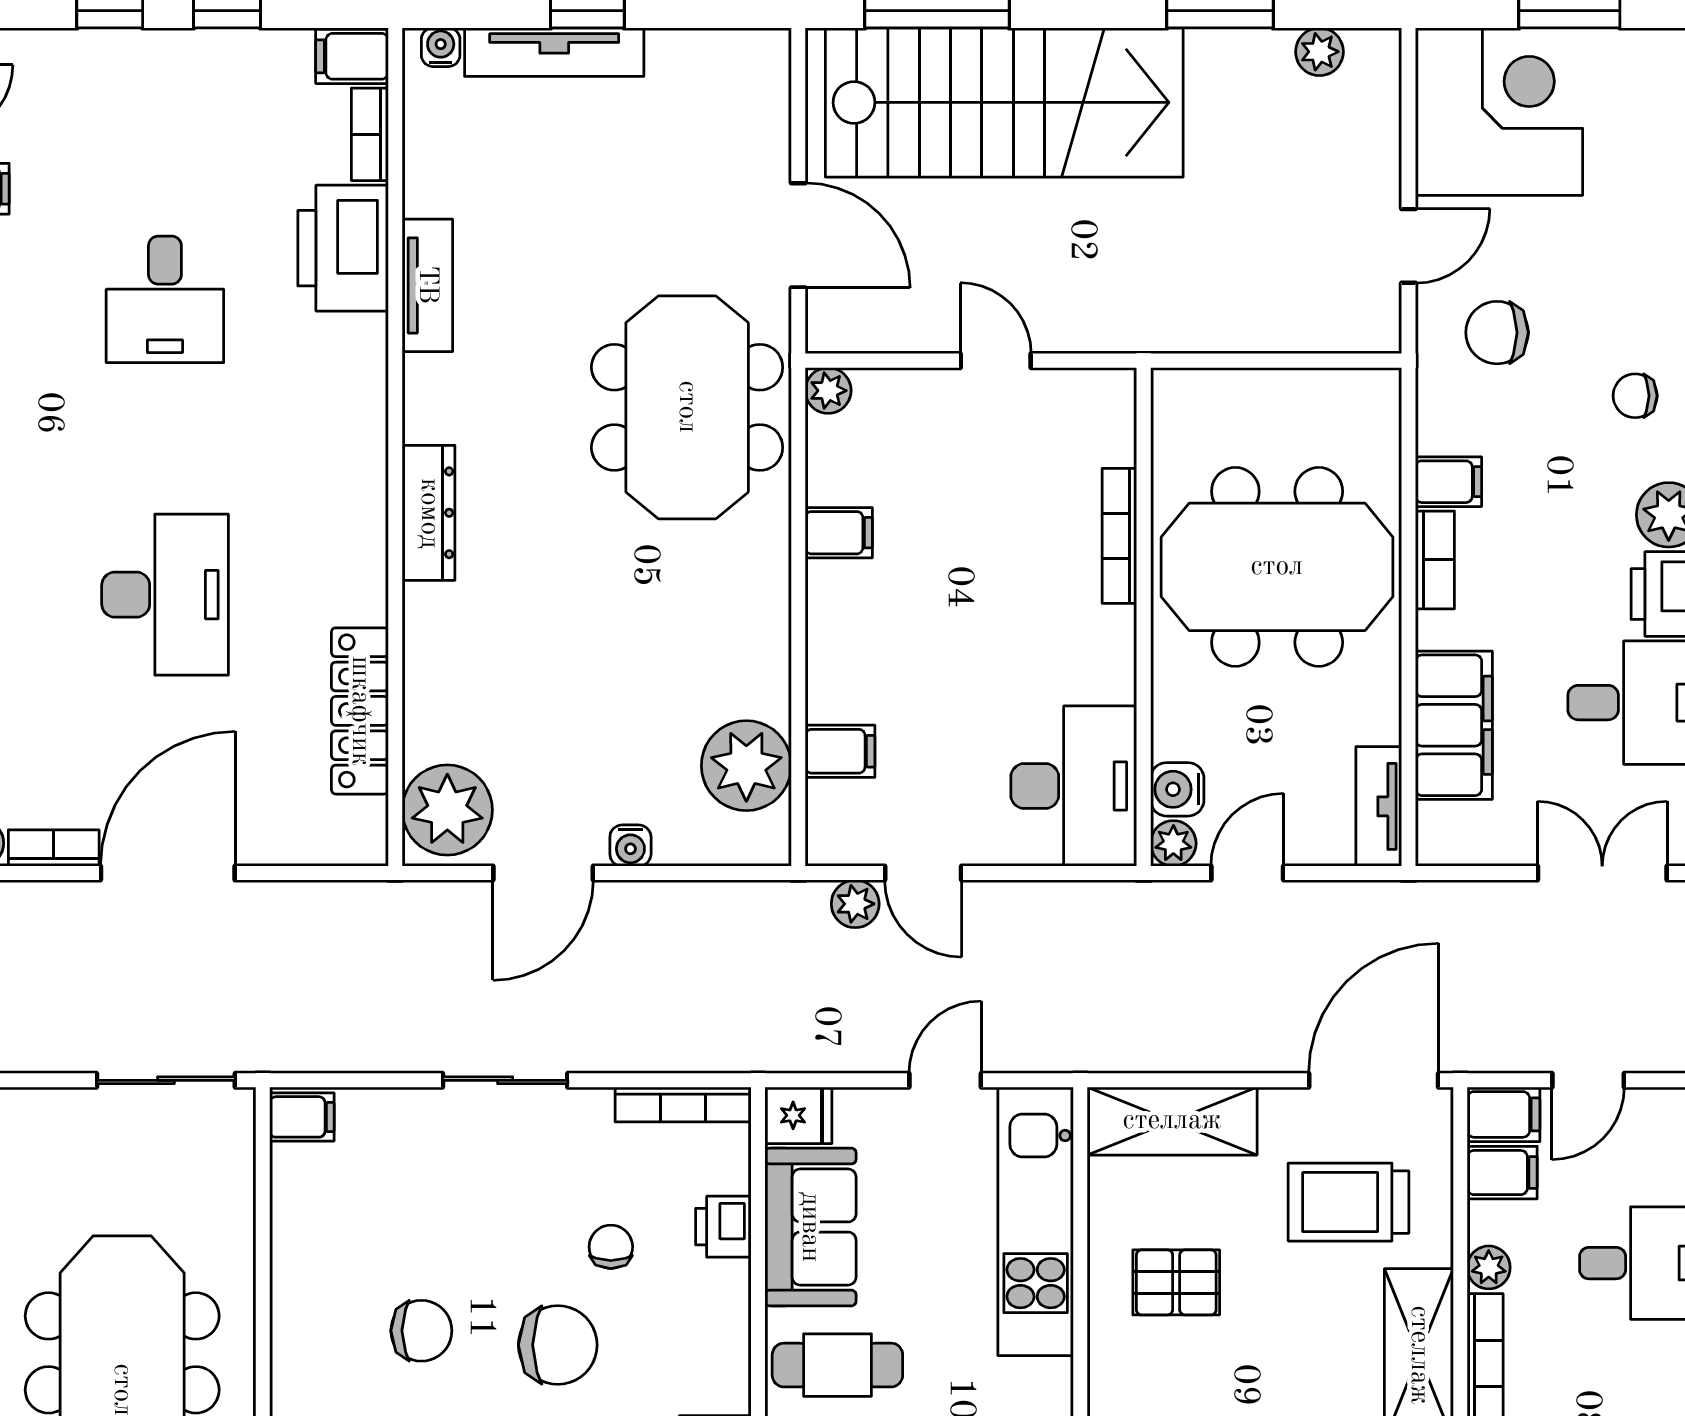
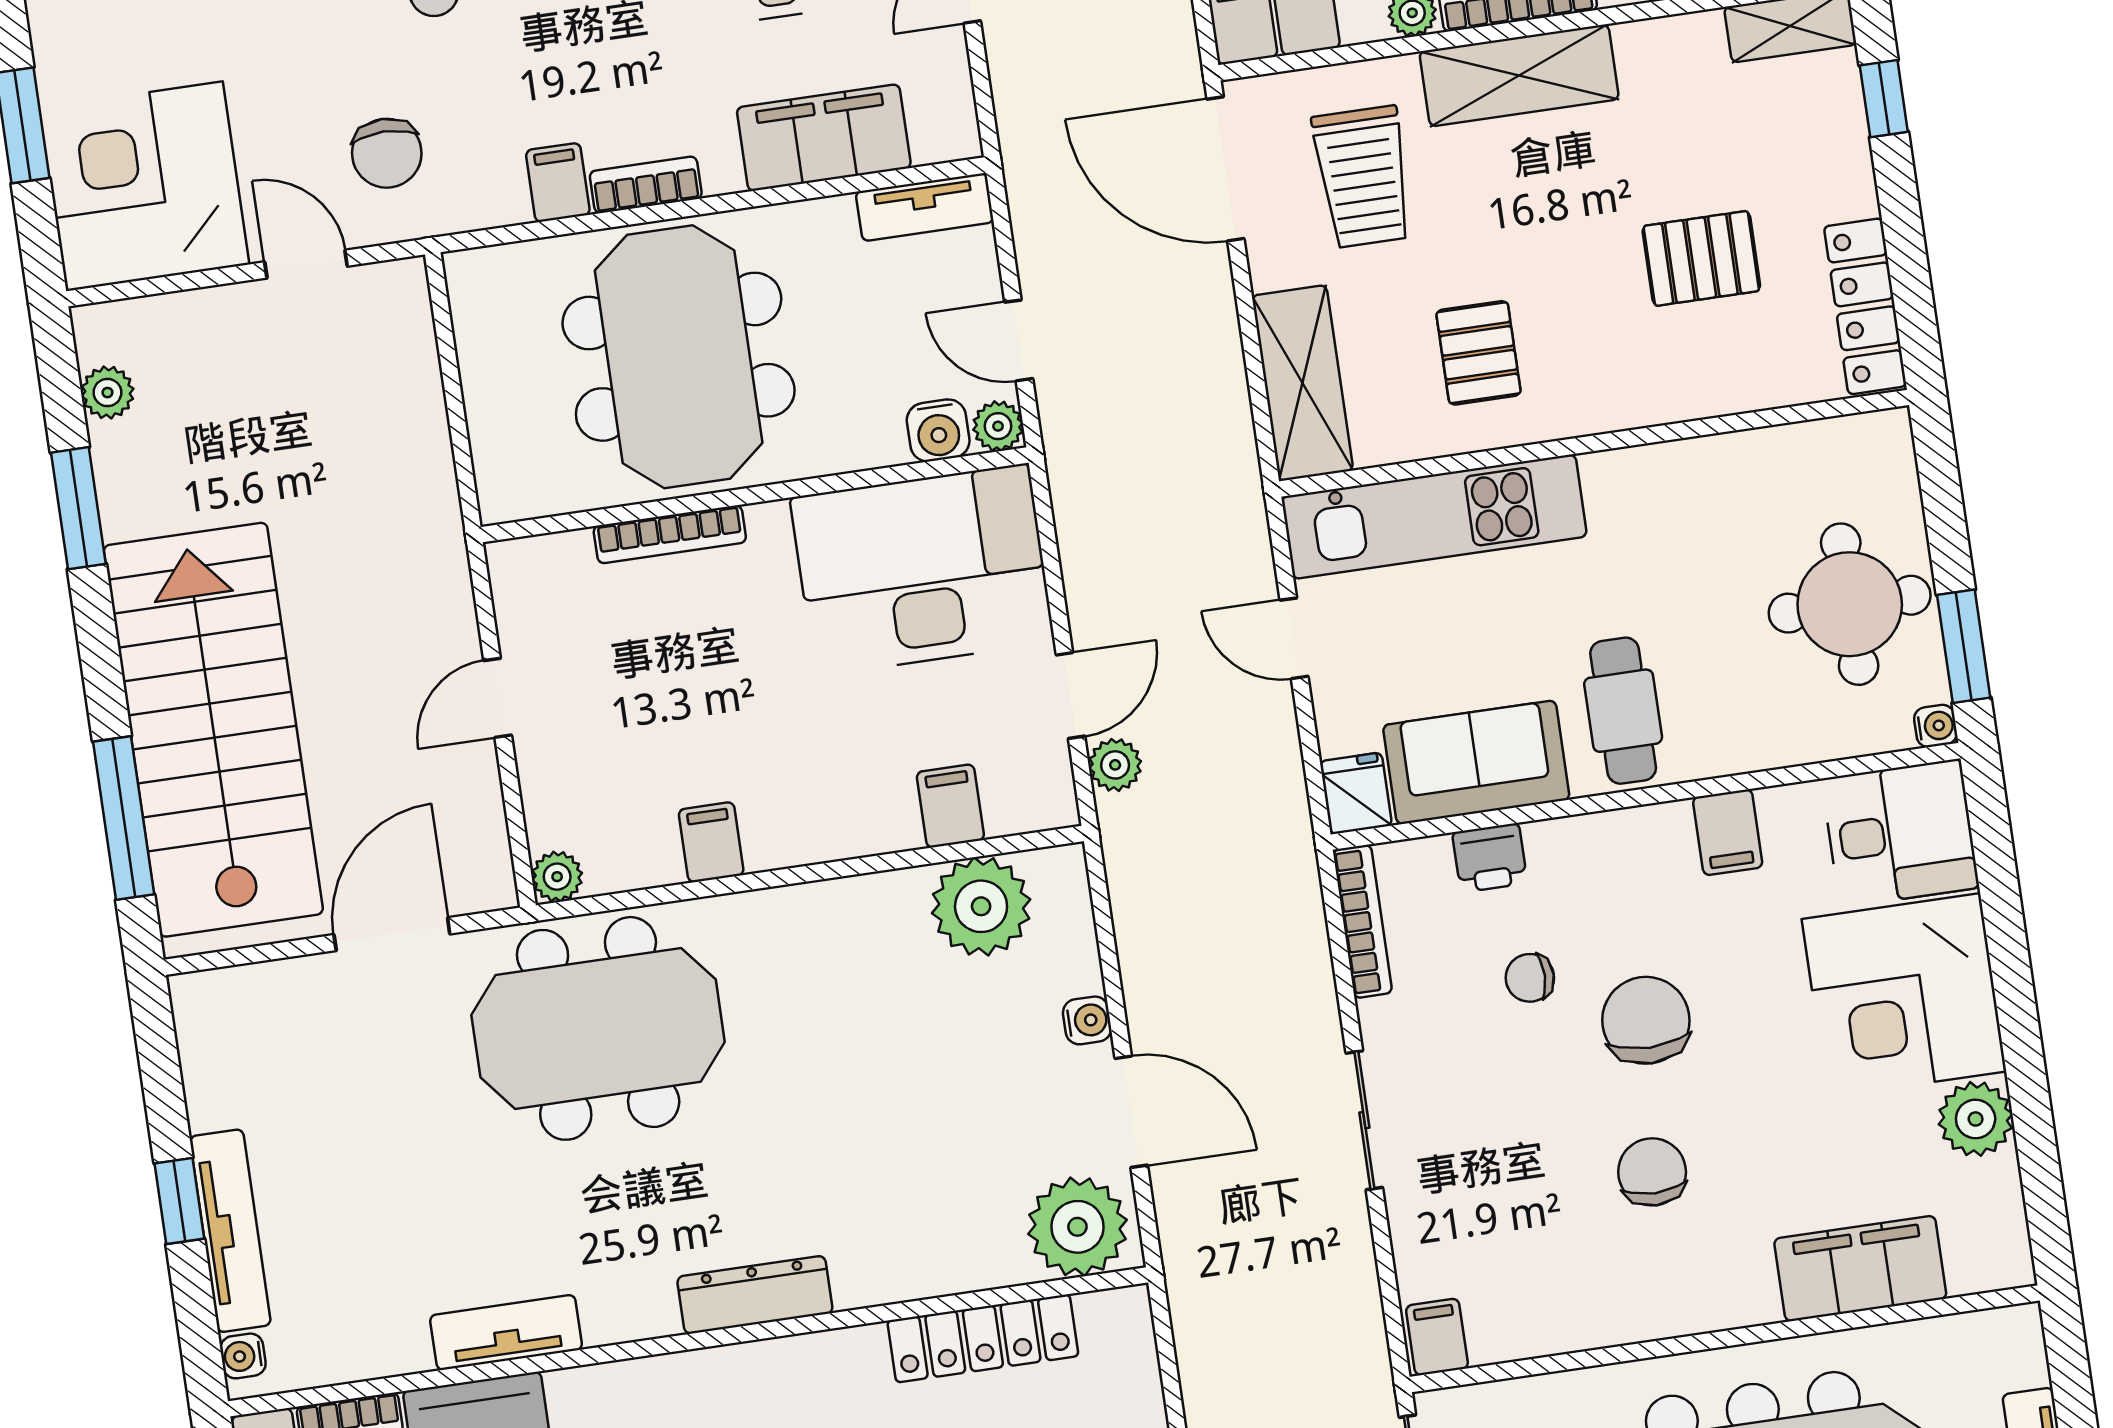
desk: (1074, 786) -> (922, 570), width x1.36, depth x1.30

